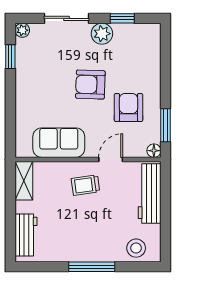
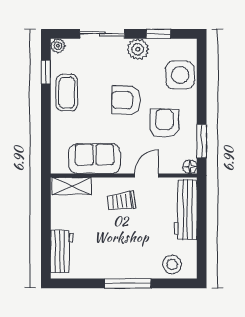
side table: (144, 59) -> (180, 75), added
coffee table: (31, 77) -> (67, 93), added
shelving: (24, 181) -> (72, 186), moved, turned 90

